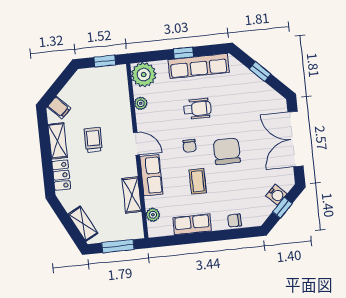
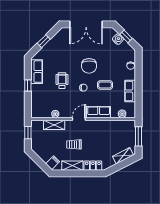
row of seats: (199, 66) -> (37, 72), width x0.68
plant: (144, 75) -> (38, 110), removed
chair: (227, 151) -> (89, 66), turned -90
shelving: (132, 195) -> (54, 125), moved

